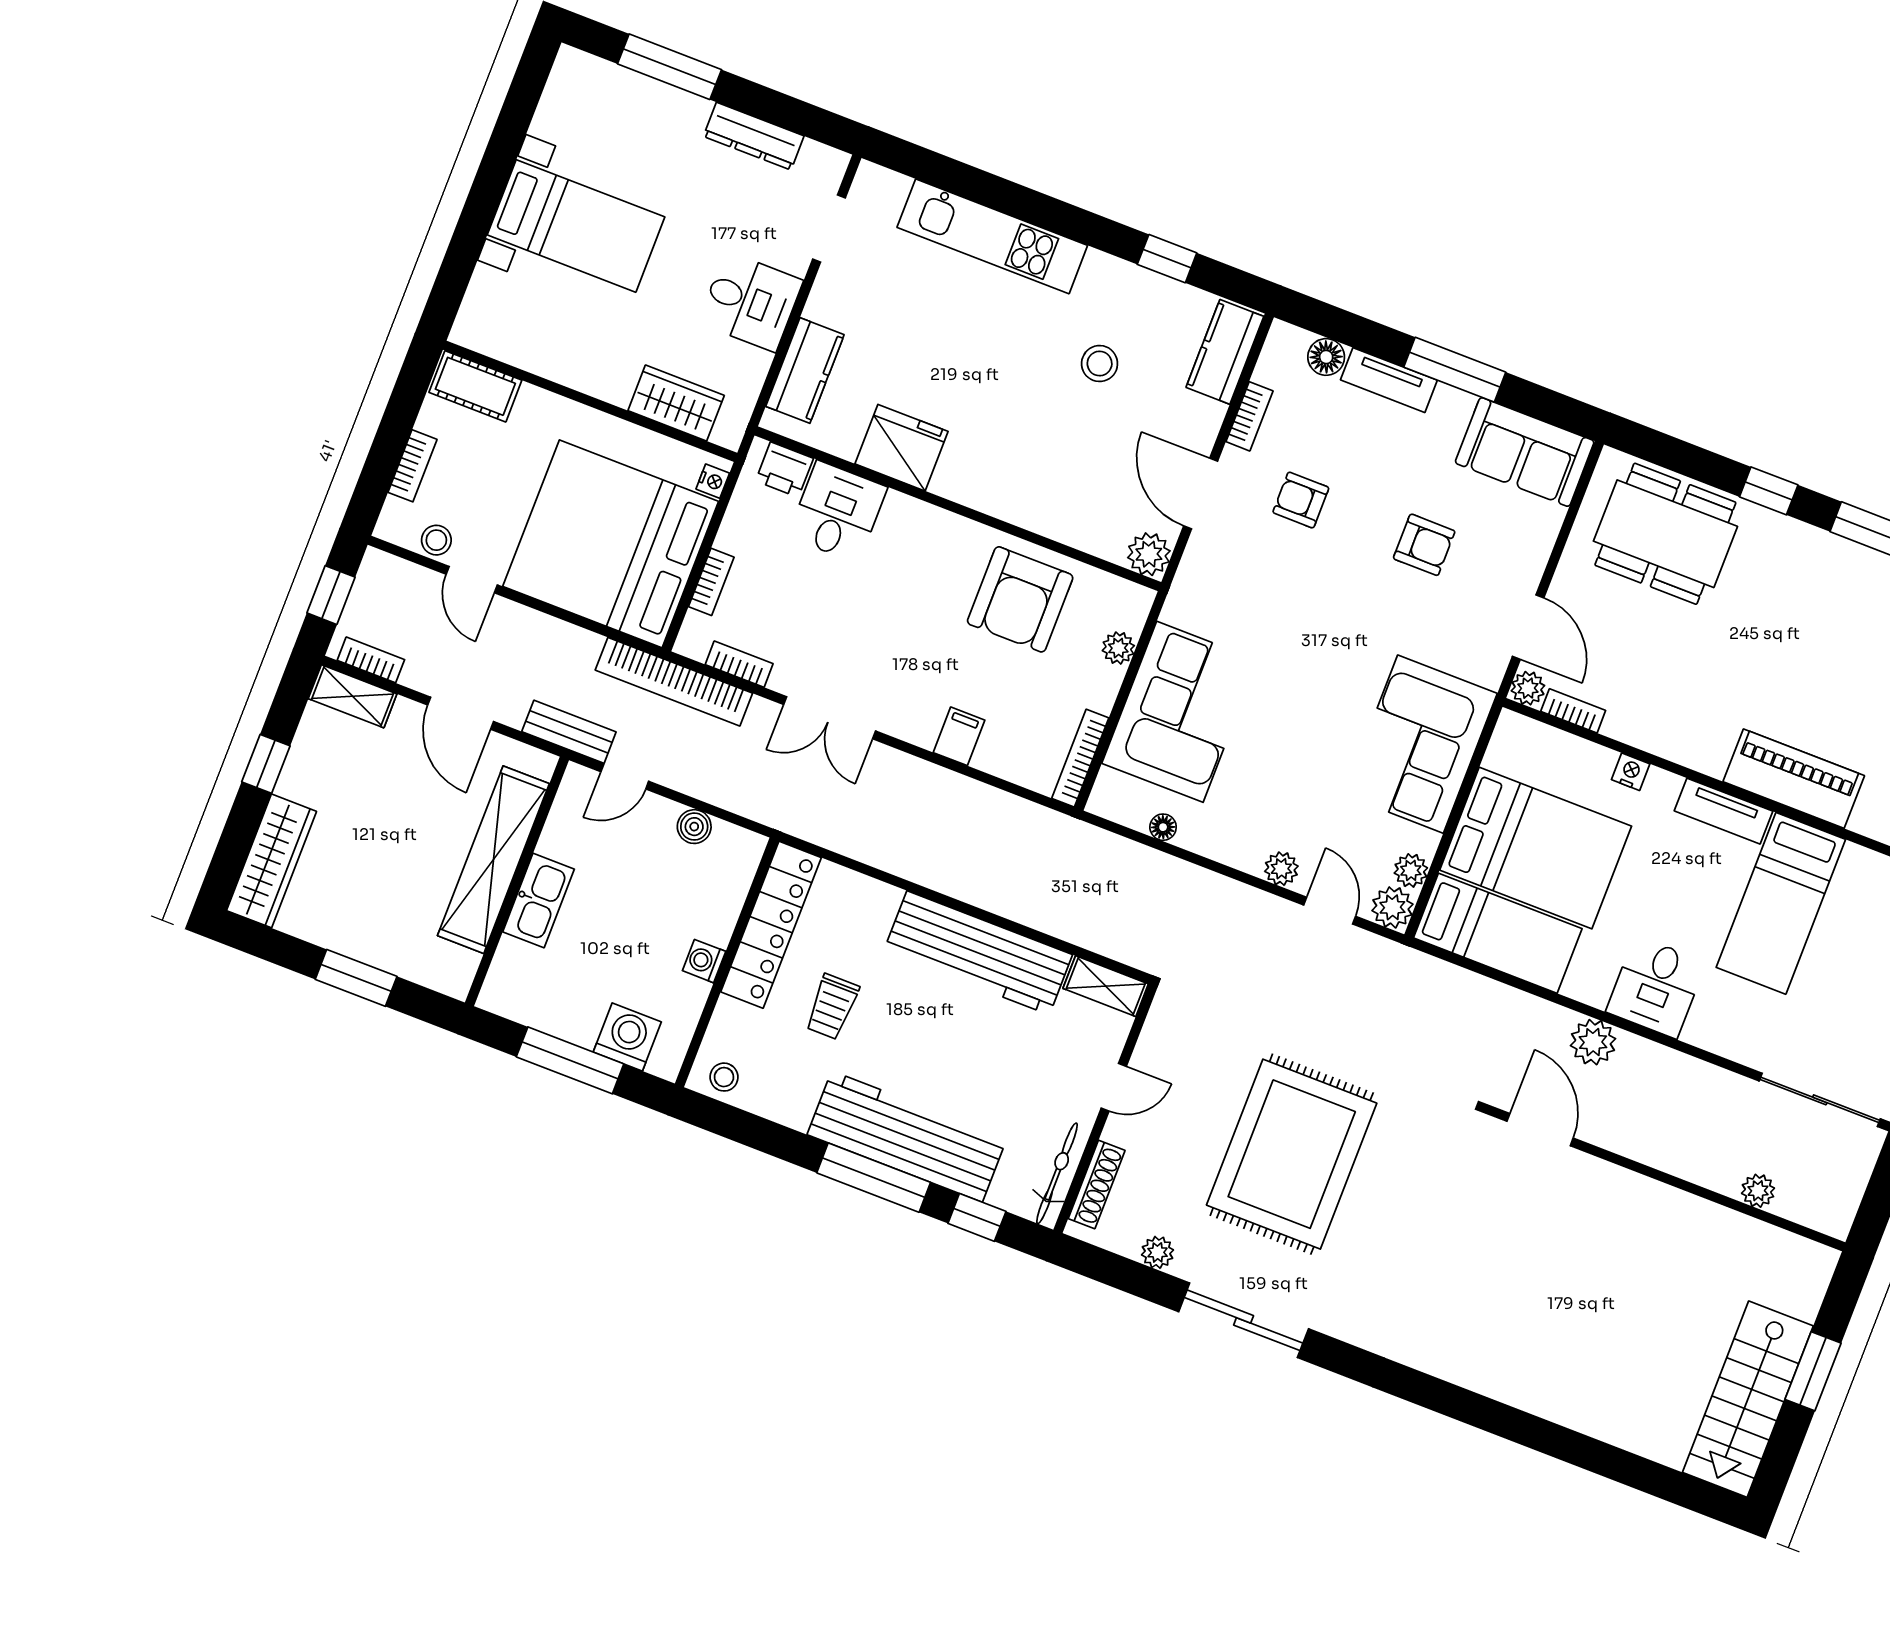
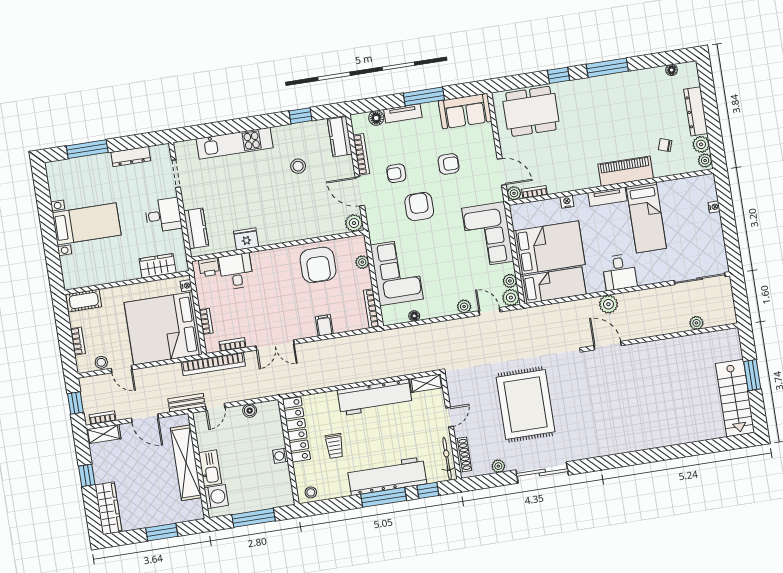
bookcase: (1249, 416) -> (361, 154), width x1.56
fridge: (901, 448) -> (246, 239), width x0.73, depth x0.75
armchair: (1309, 599) -> (419, 207), added
washing machine: (627, 1037) -> (216, 497), moved, turned 90

